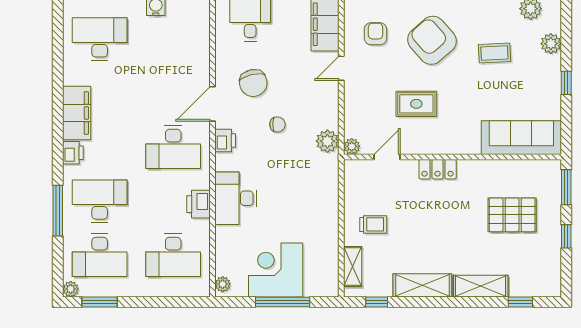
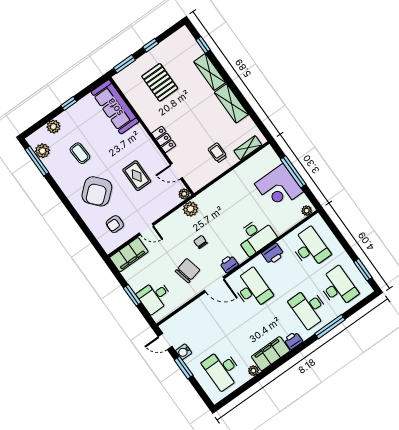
plant: (71, 289) -> (253, 371), moved
window: (377, 302) -> (258, 122), removed

